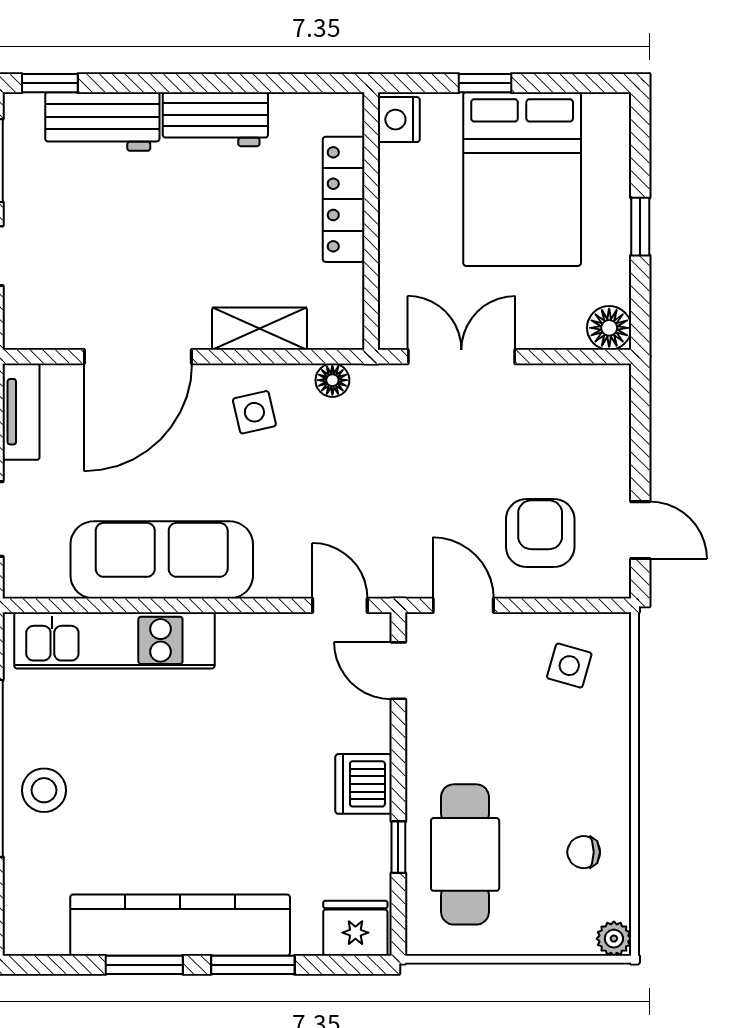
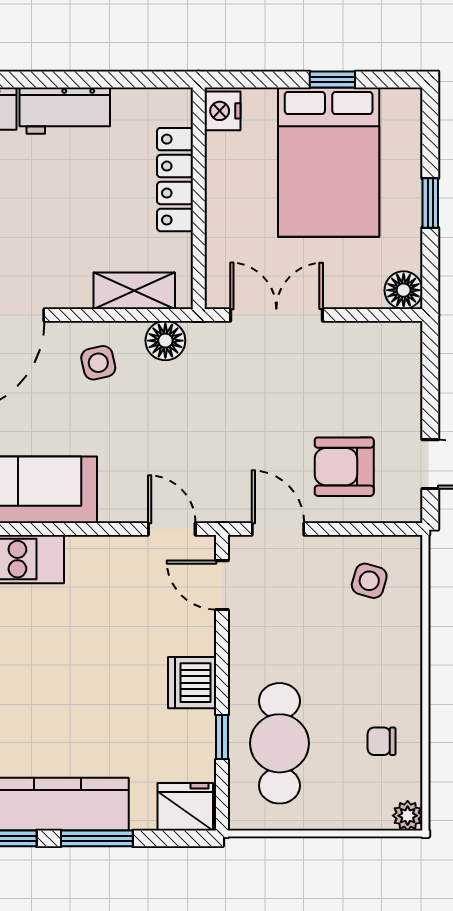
window: (485, 83) -> (332, 79), moved
shelving: (260, 329) -> (134, 291), moved
floor lamp: (332, 380) -> (165, 341), width x1.37, depth x1.37
armchair: (540, 533) -> (344, 467), turned -90

